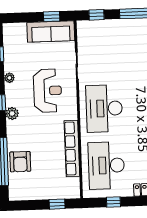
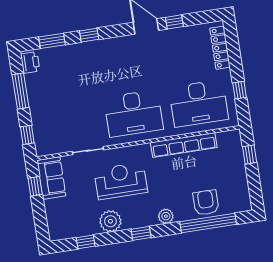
sofa: (51, 31) -> (51, 178), width x0.73
plant: (9, 78) -> (110, 221), width x1.88, depth x1.88
plant: (12, 113) -> (166, 216), moved
armchair: (20, 162) -> (206, 203), turned -90

